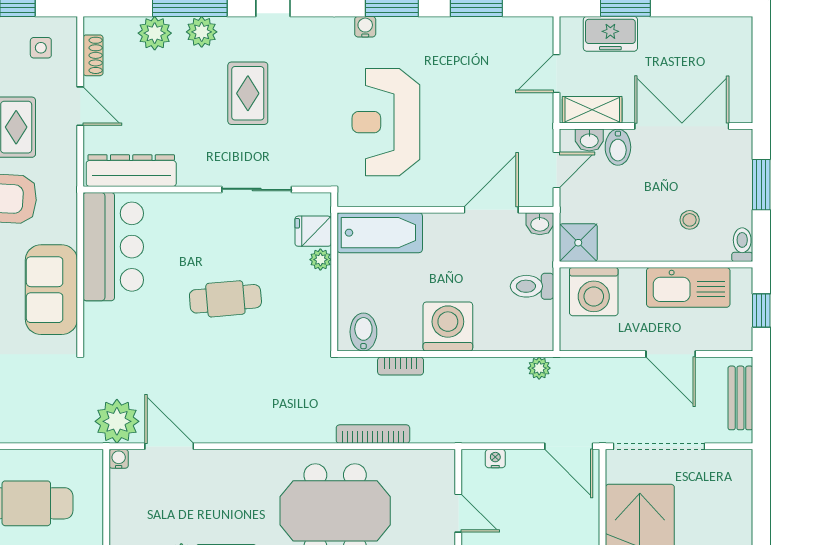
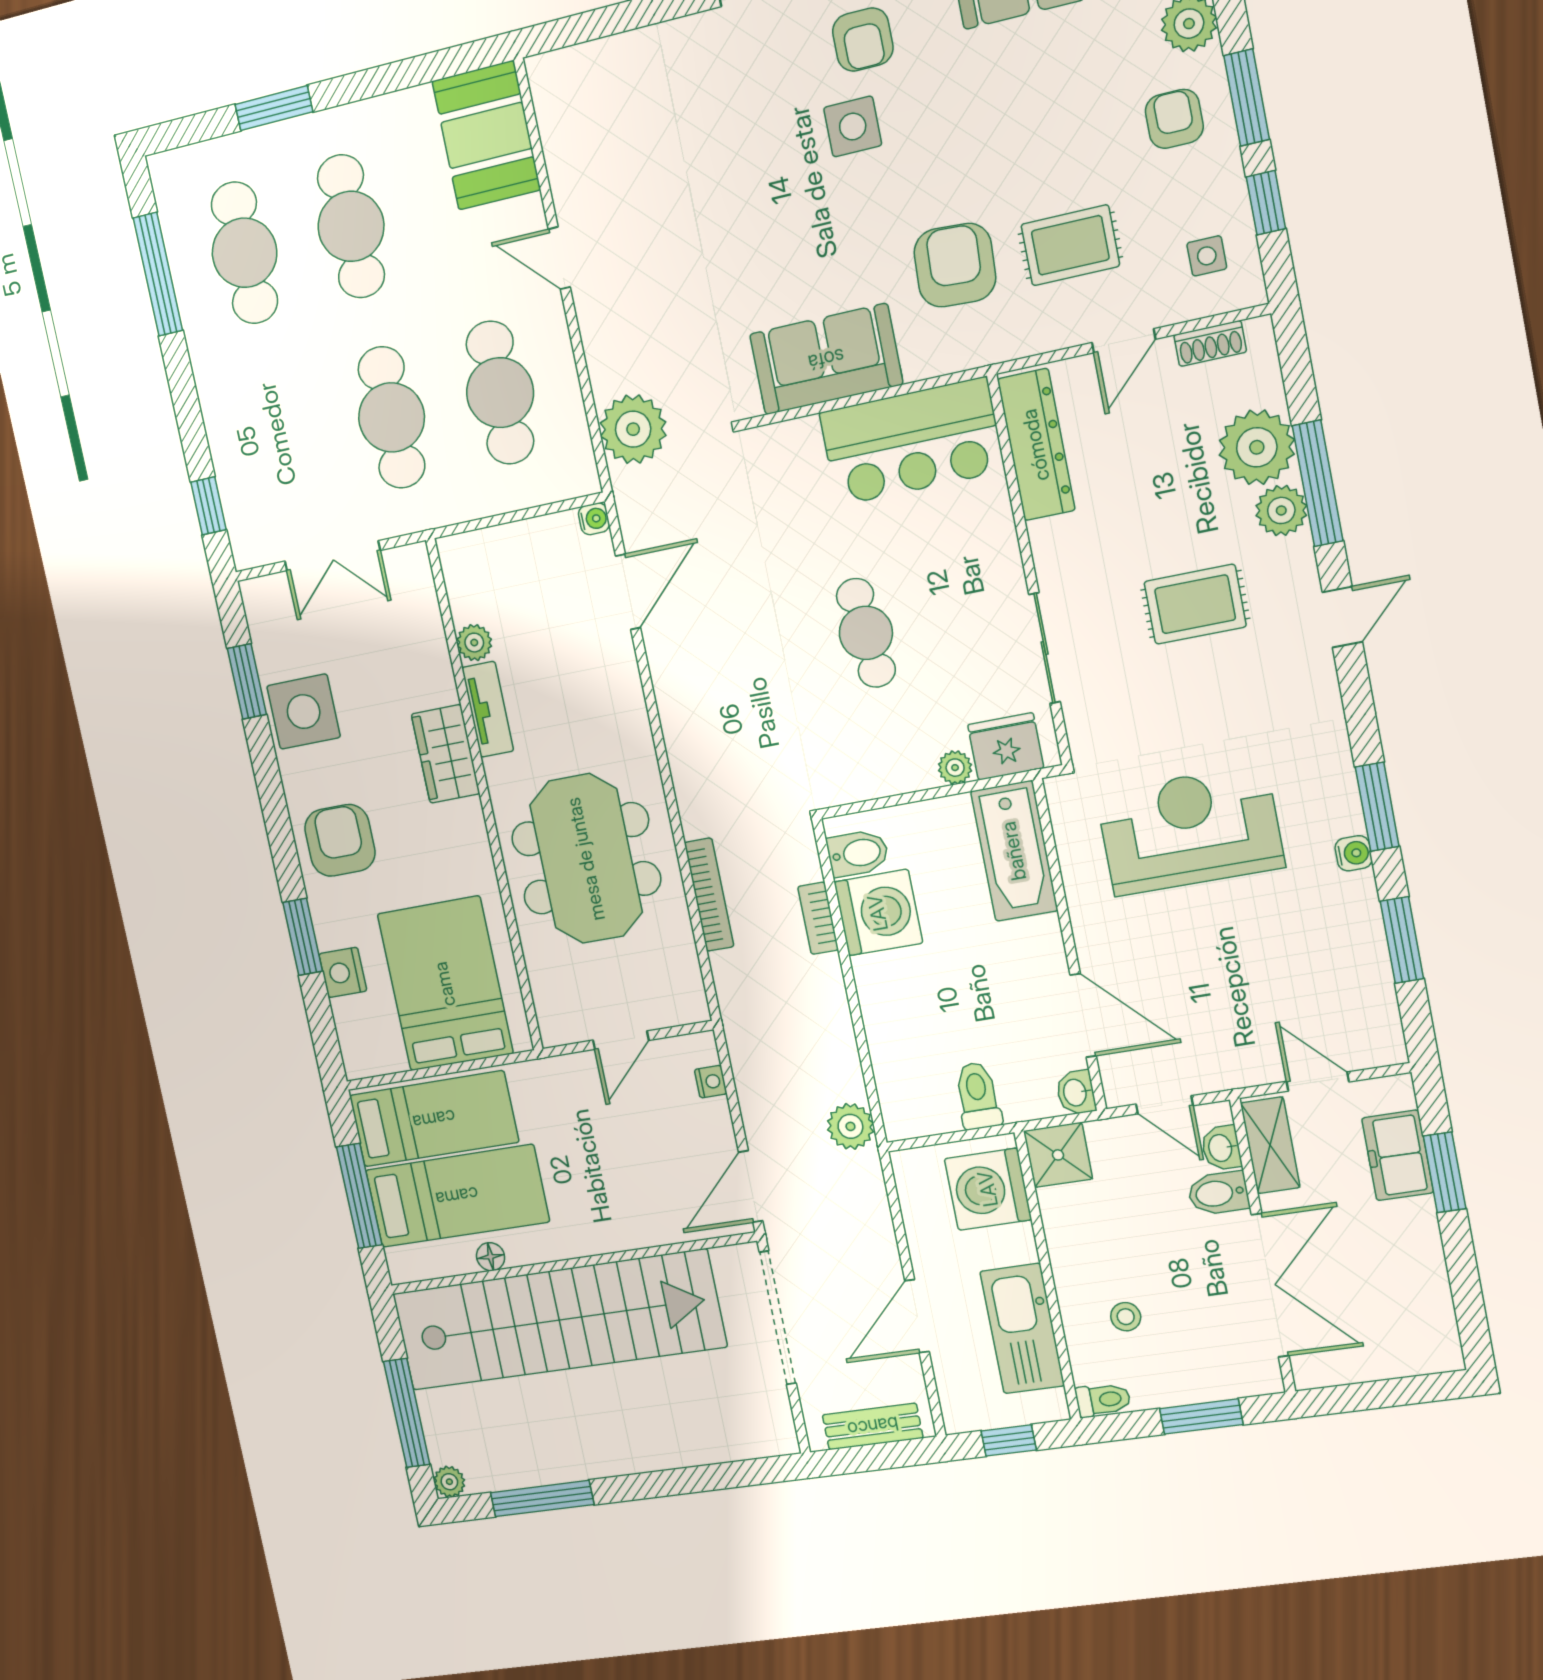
water cooler: (365, 27) -> (1354, 853), moved
plant: (155, 33) -> (1257, 447), width x1.36, depth x1.36
fridge: (313, 231) -> (1006, 746), width x1.38
washing machine: (448, 326) -> (878, 913), moved
plant: (539, 368) -> (850, 1126), width x1.38, depth x1.38
plant: (117, 421) -> (633, 429), moved

